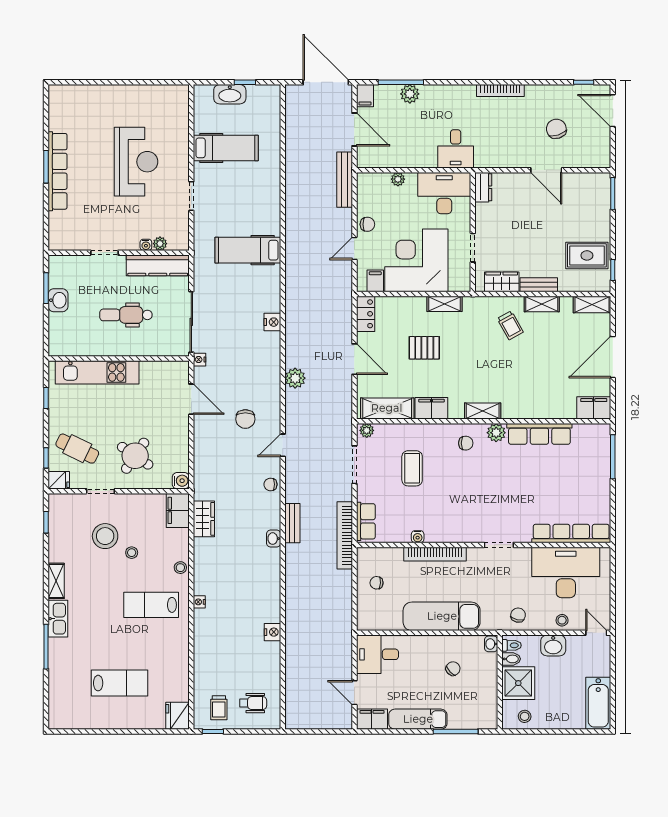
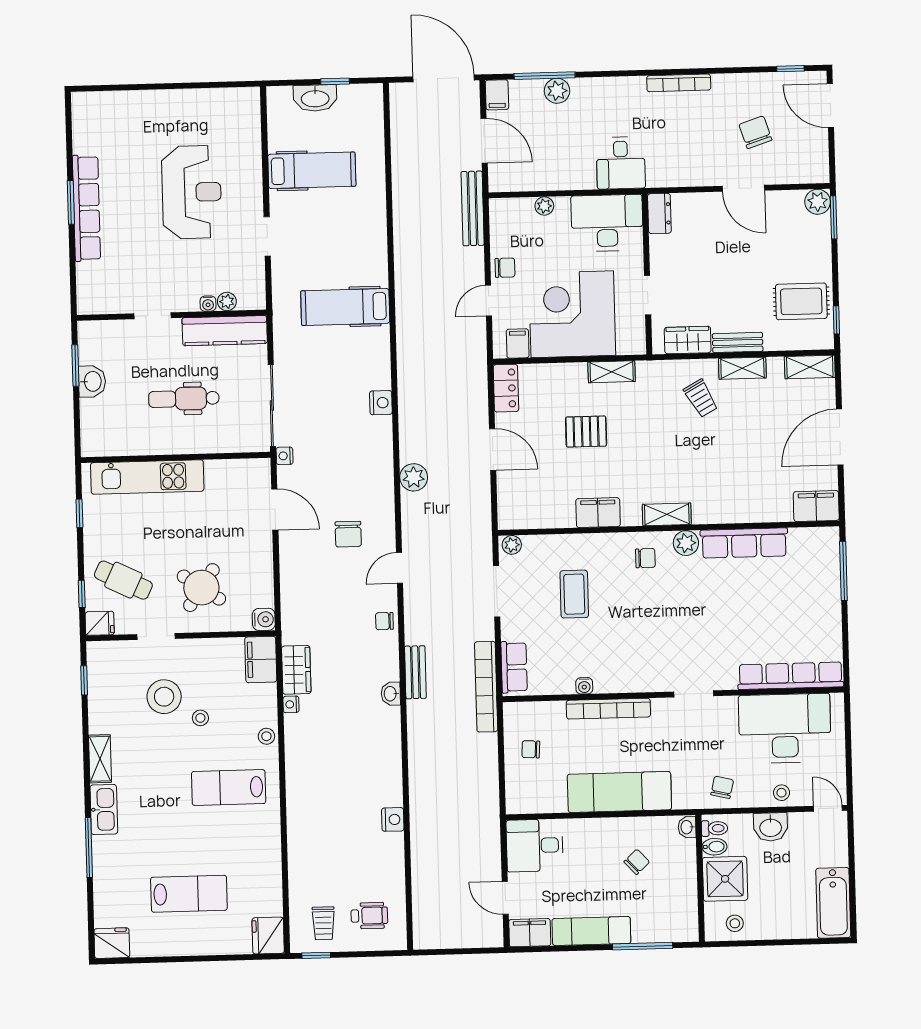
plant: (601, 182) -> (818, 202), added
shelving: (387, 408) -> (538, 515), removed
nightstand: (199, 602) -> (291, 704), moved
fridge: (61, 718) -> (112, 943), added

